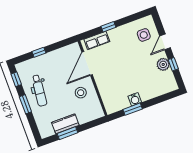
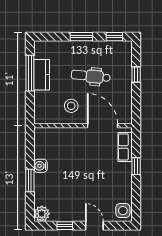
side table: (144, 35) -> (123, 211), moved
plant: (163, 64) -> (42, 214), moved
dental chair: (39, 90) -> (91, 76), moved
window: (133, 109) -> (30, 181), moved
window: (67, 133) -> (30, 73), width x1.44

